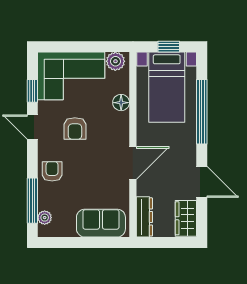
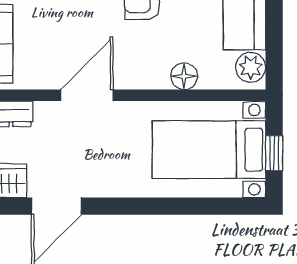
window: (202, 112) -> (169, 206), removed
door: (133, 163) -> (87, 95), swing flipped

